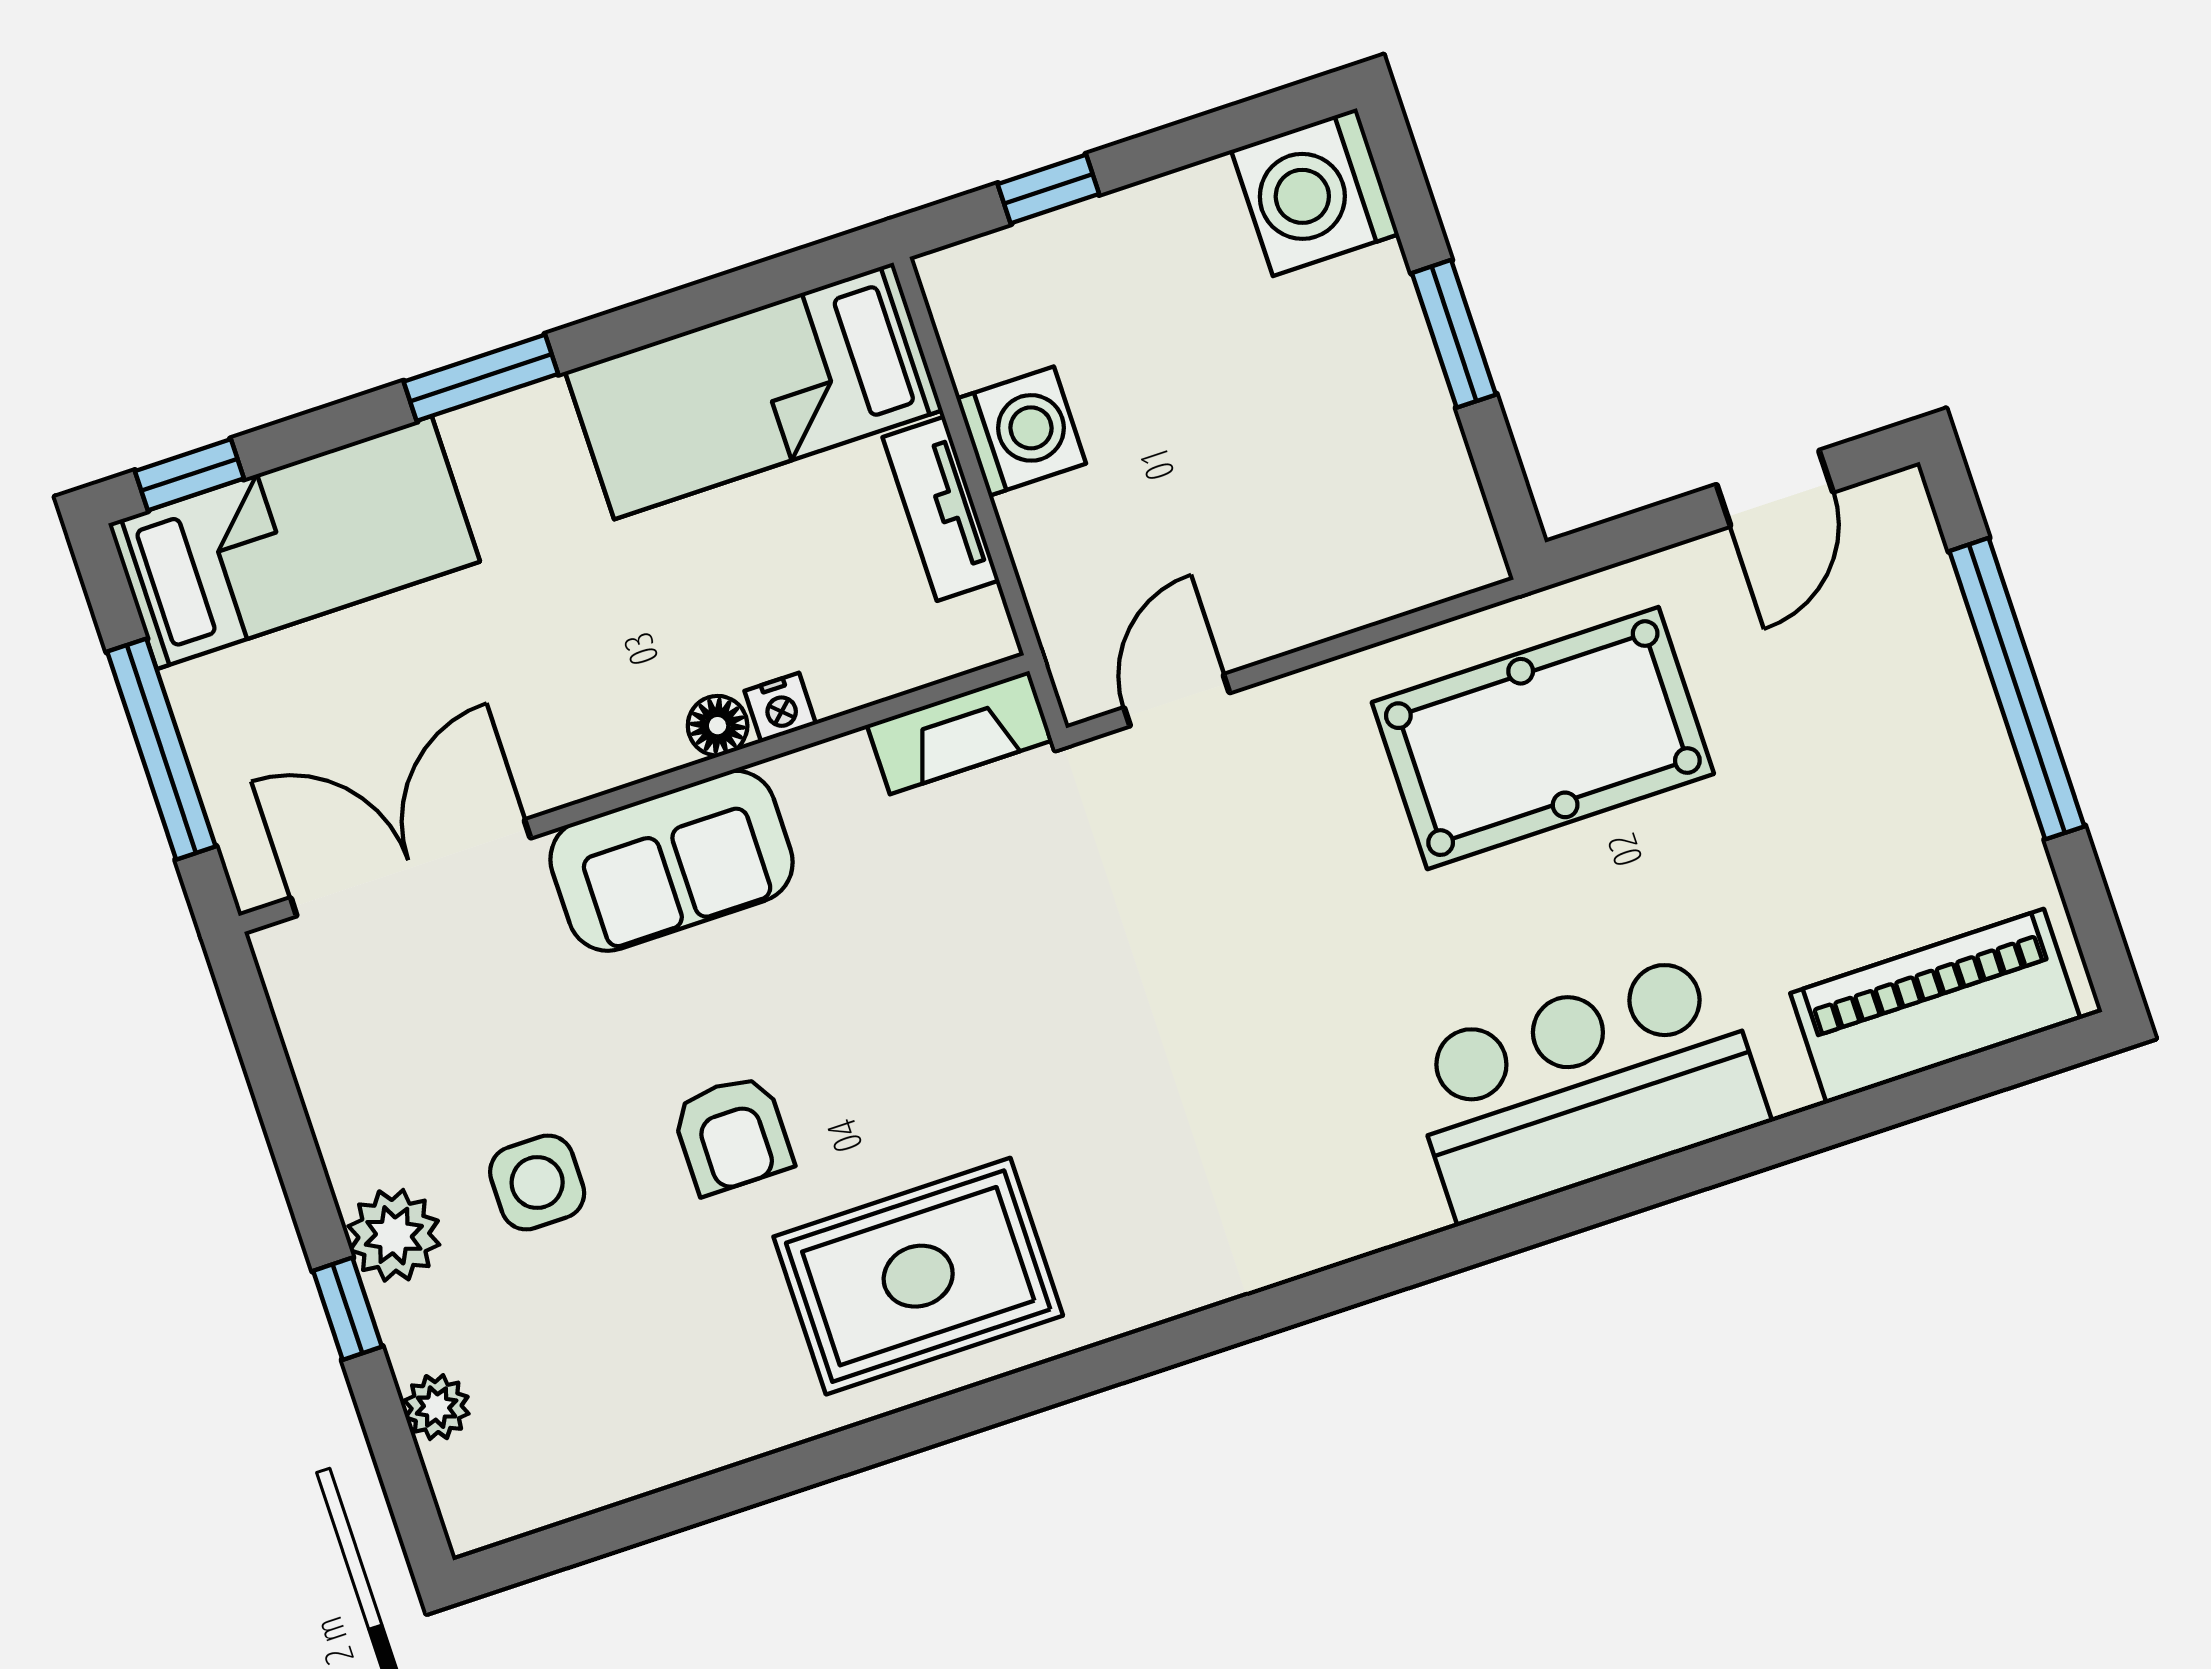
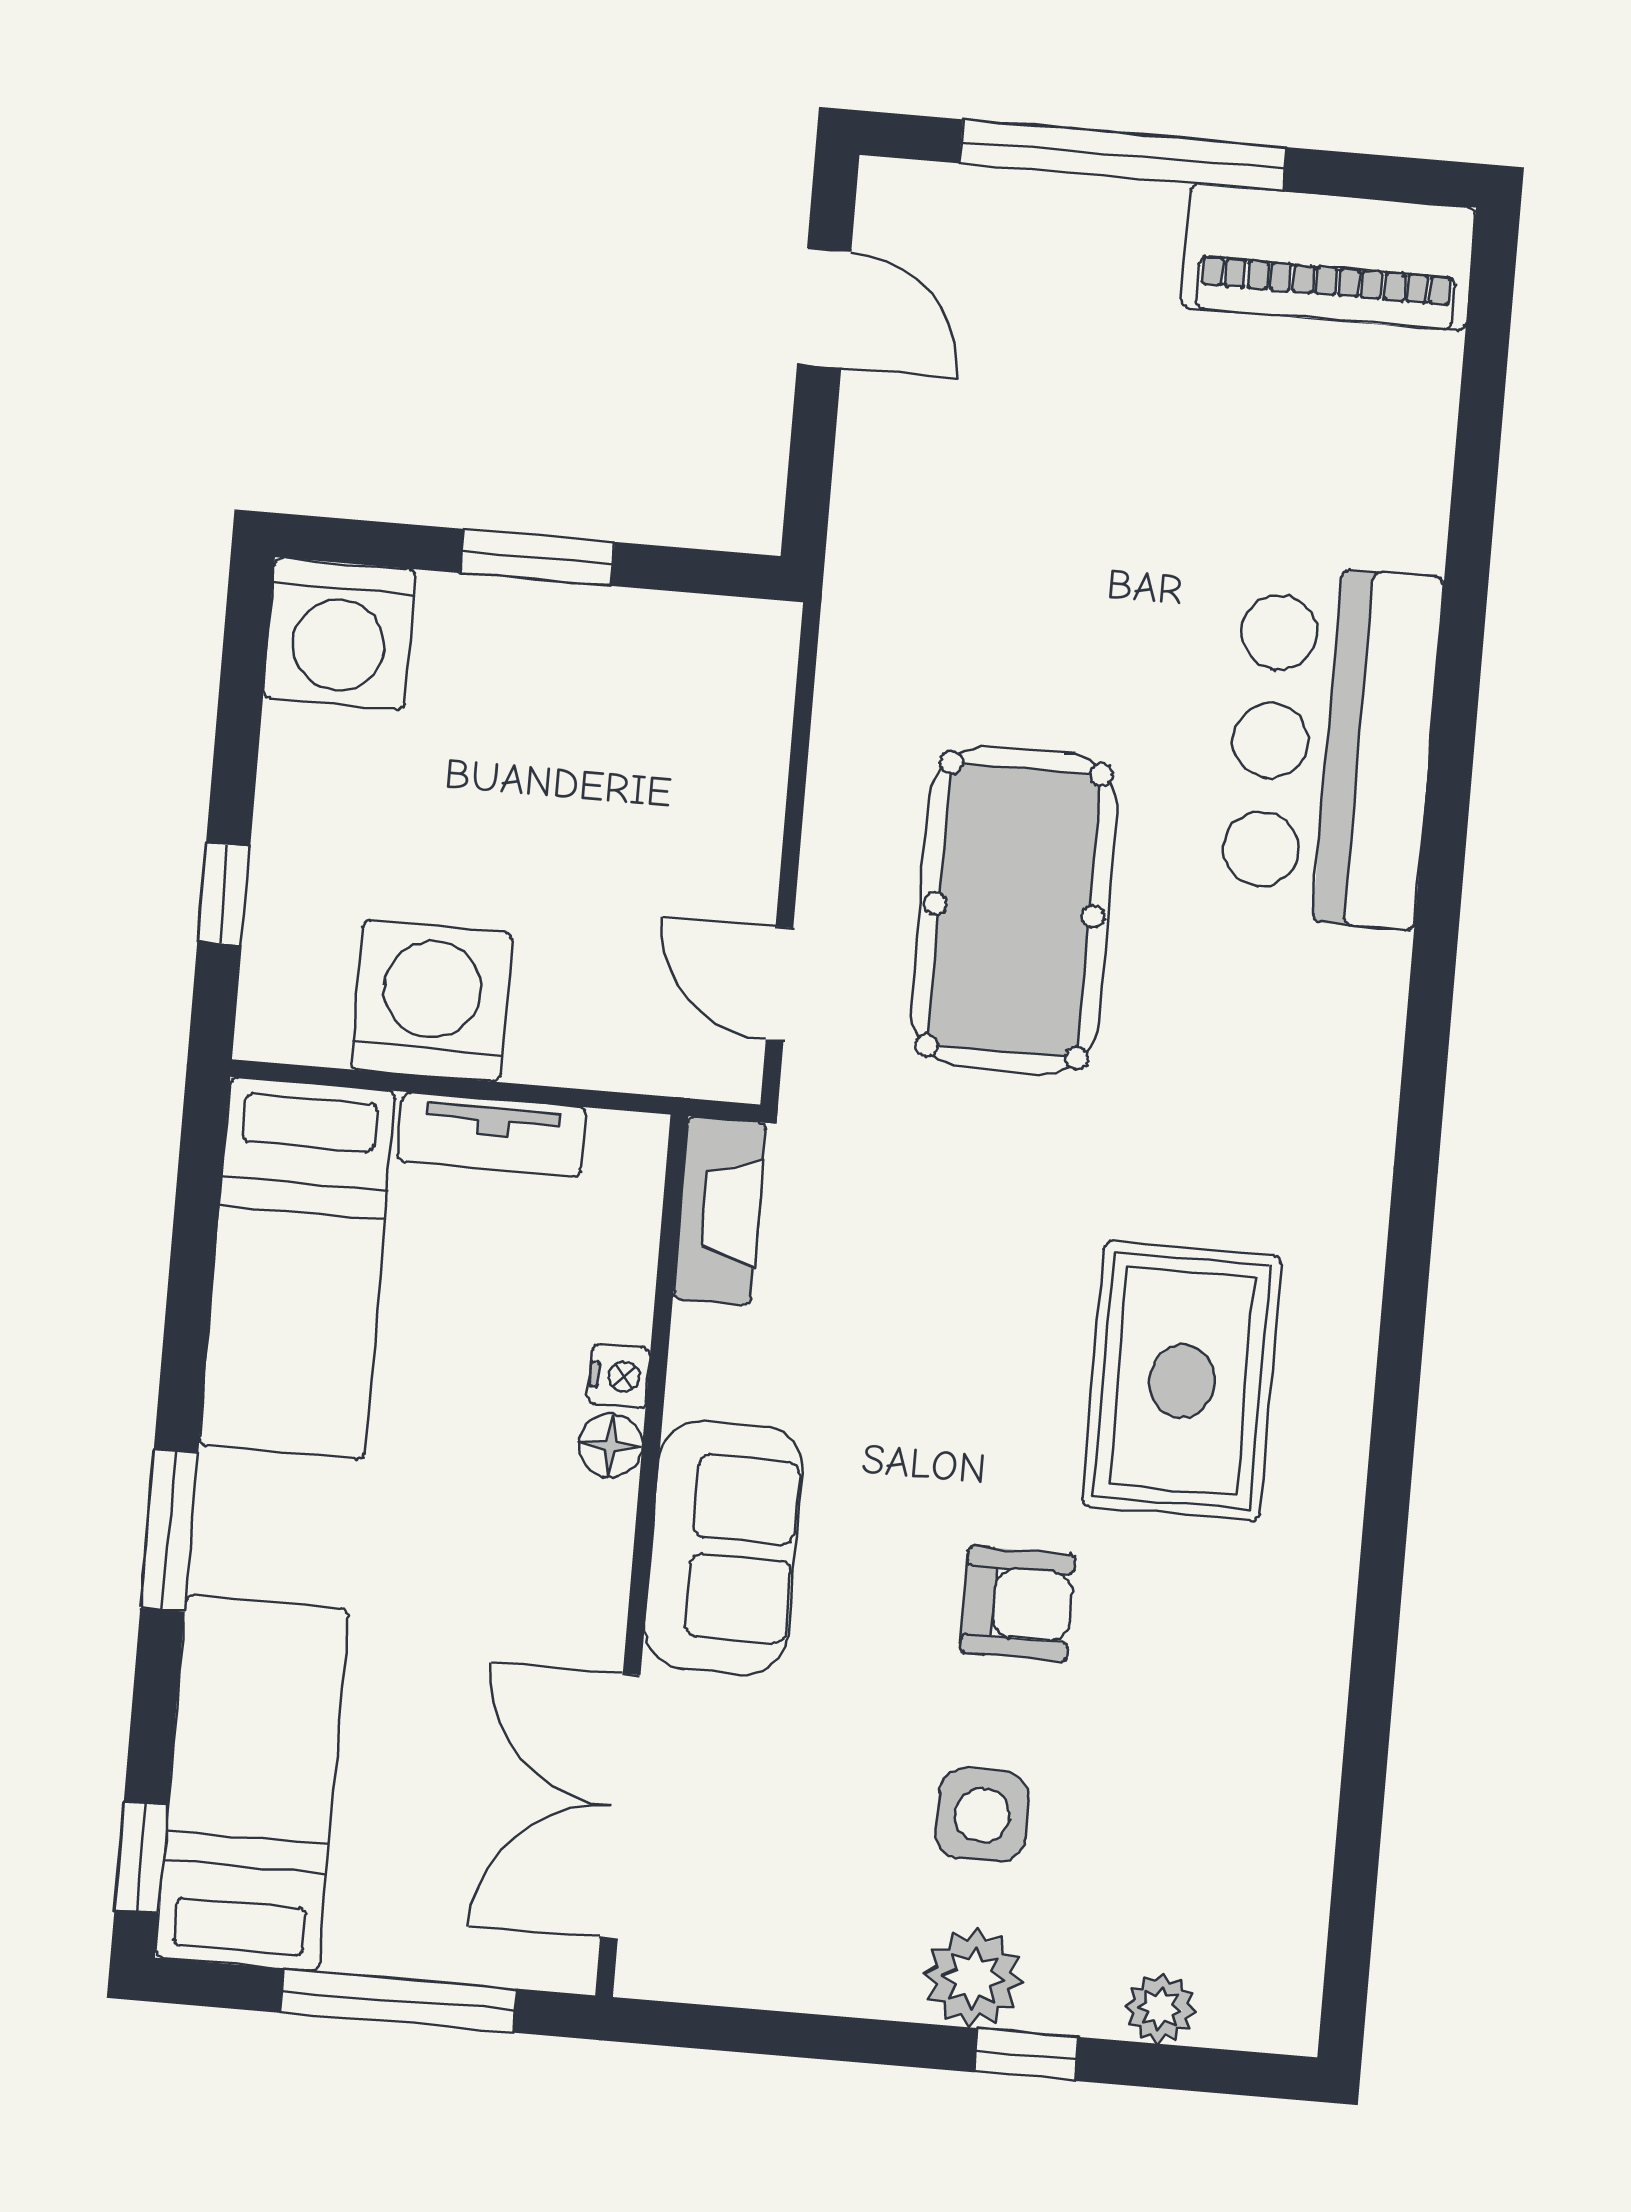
washing machine: (1021, 431) -> (431, 1001), width x1.37, depth x1.37
pool table: (1543, 738) -> (1014, 910), moved
piano: (1935, 1006) -> (1328, 257), moved, turned -90
rug: (918, 1276) -> (1182, 1381), moved

